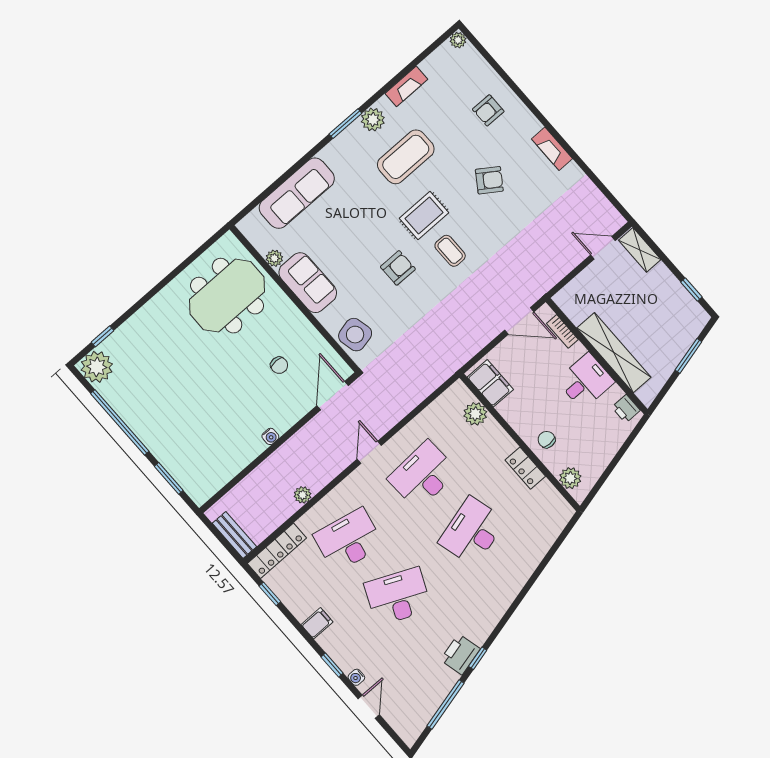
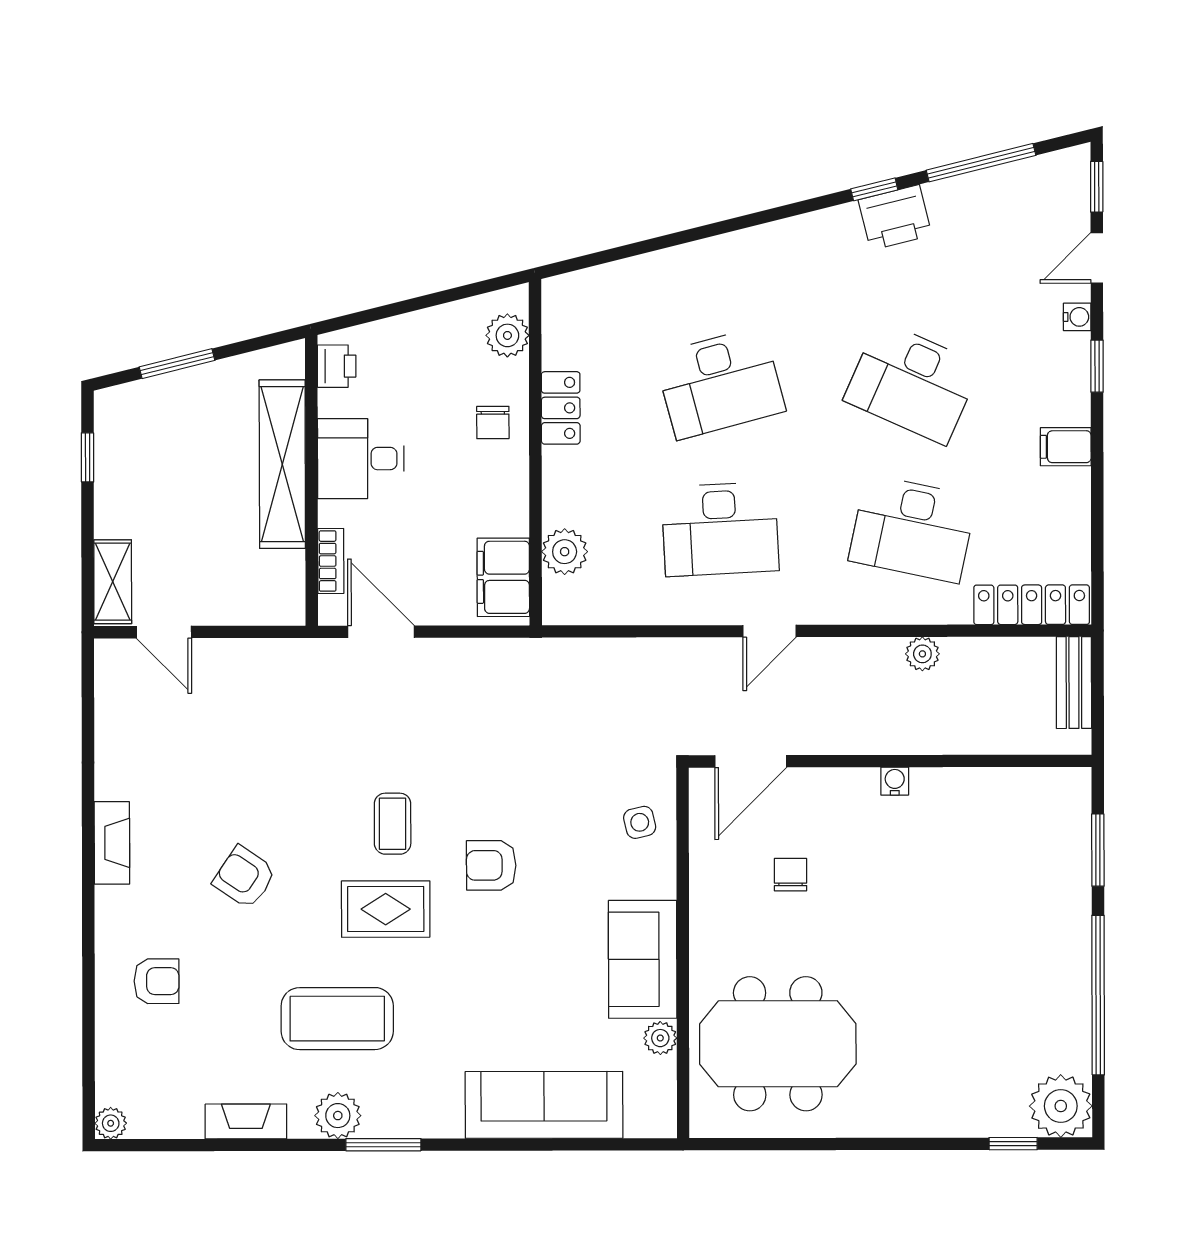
side table: (355, 335) -> (640, 822), width x0.54, depth x0.54
window: (270, 594) -> (1097, 187), moved

